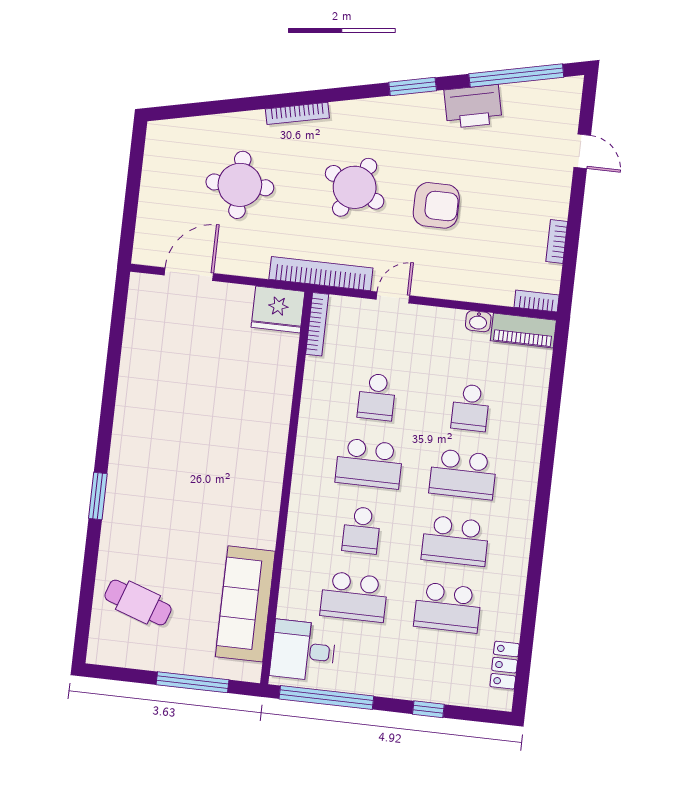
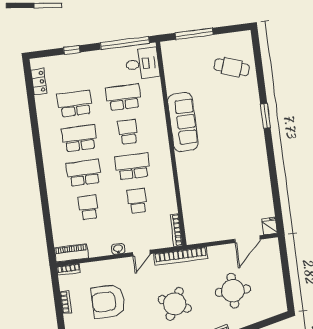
armchair: (436, 205) -> (108, 301), moved, width x1.36, depth x1.36
fridge: (278, 309) -> (270, 226), moved, width x0.53, depth x0.75
washbasin: (478, 321) -> (118, 249), moved
sofa: (245, 604) -> (183, 122), moved

